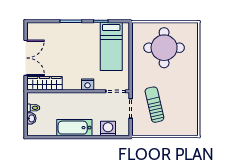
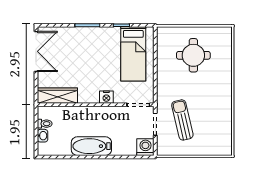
round table: (164, 48) -> (193, 55), width x0.73, depth x0.73
double door: (26, 58) -> (36, 51), moved
washing machine: (108, 128) -> (145, 147), moved

